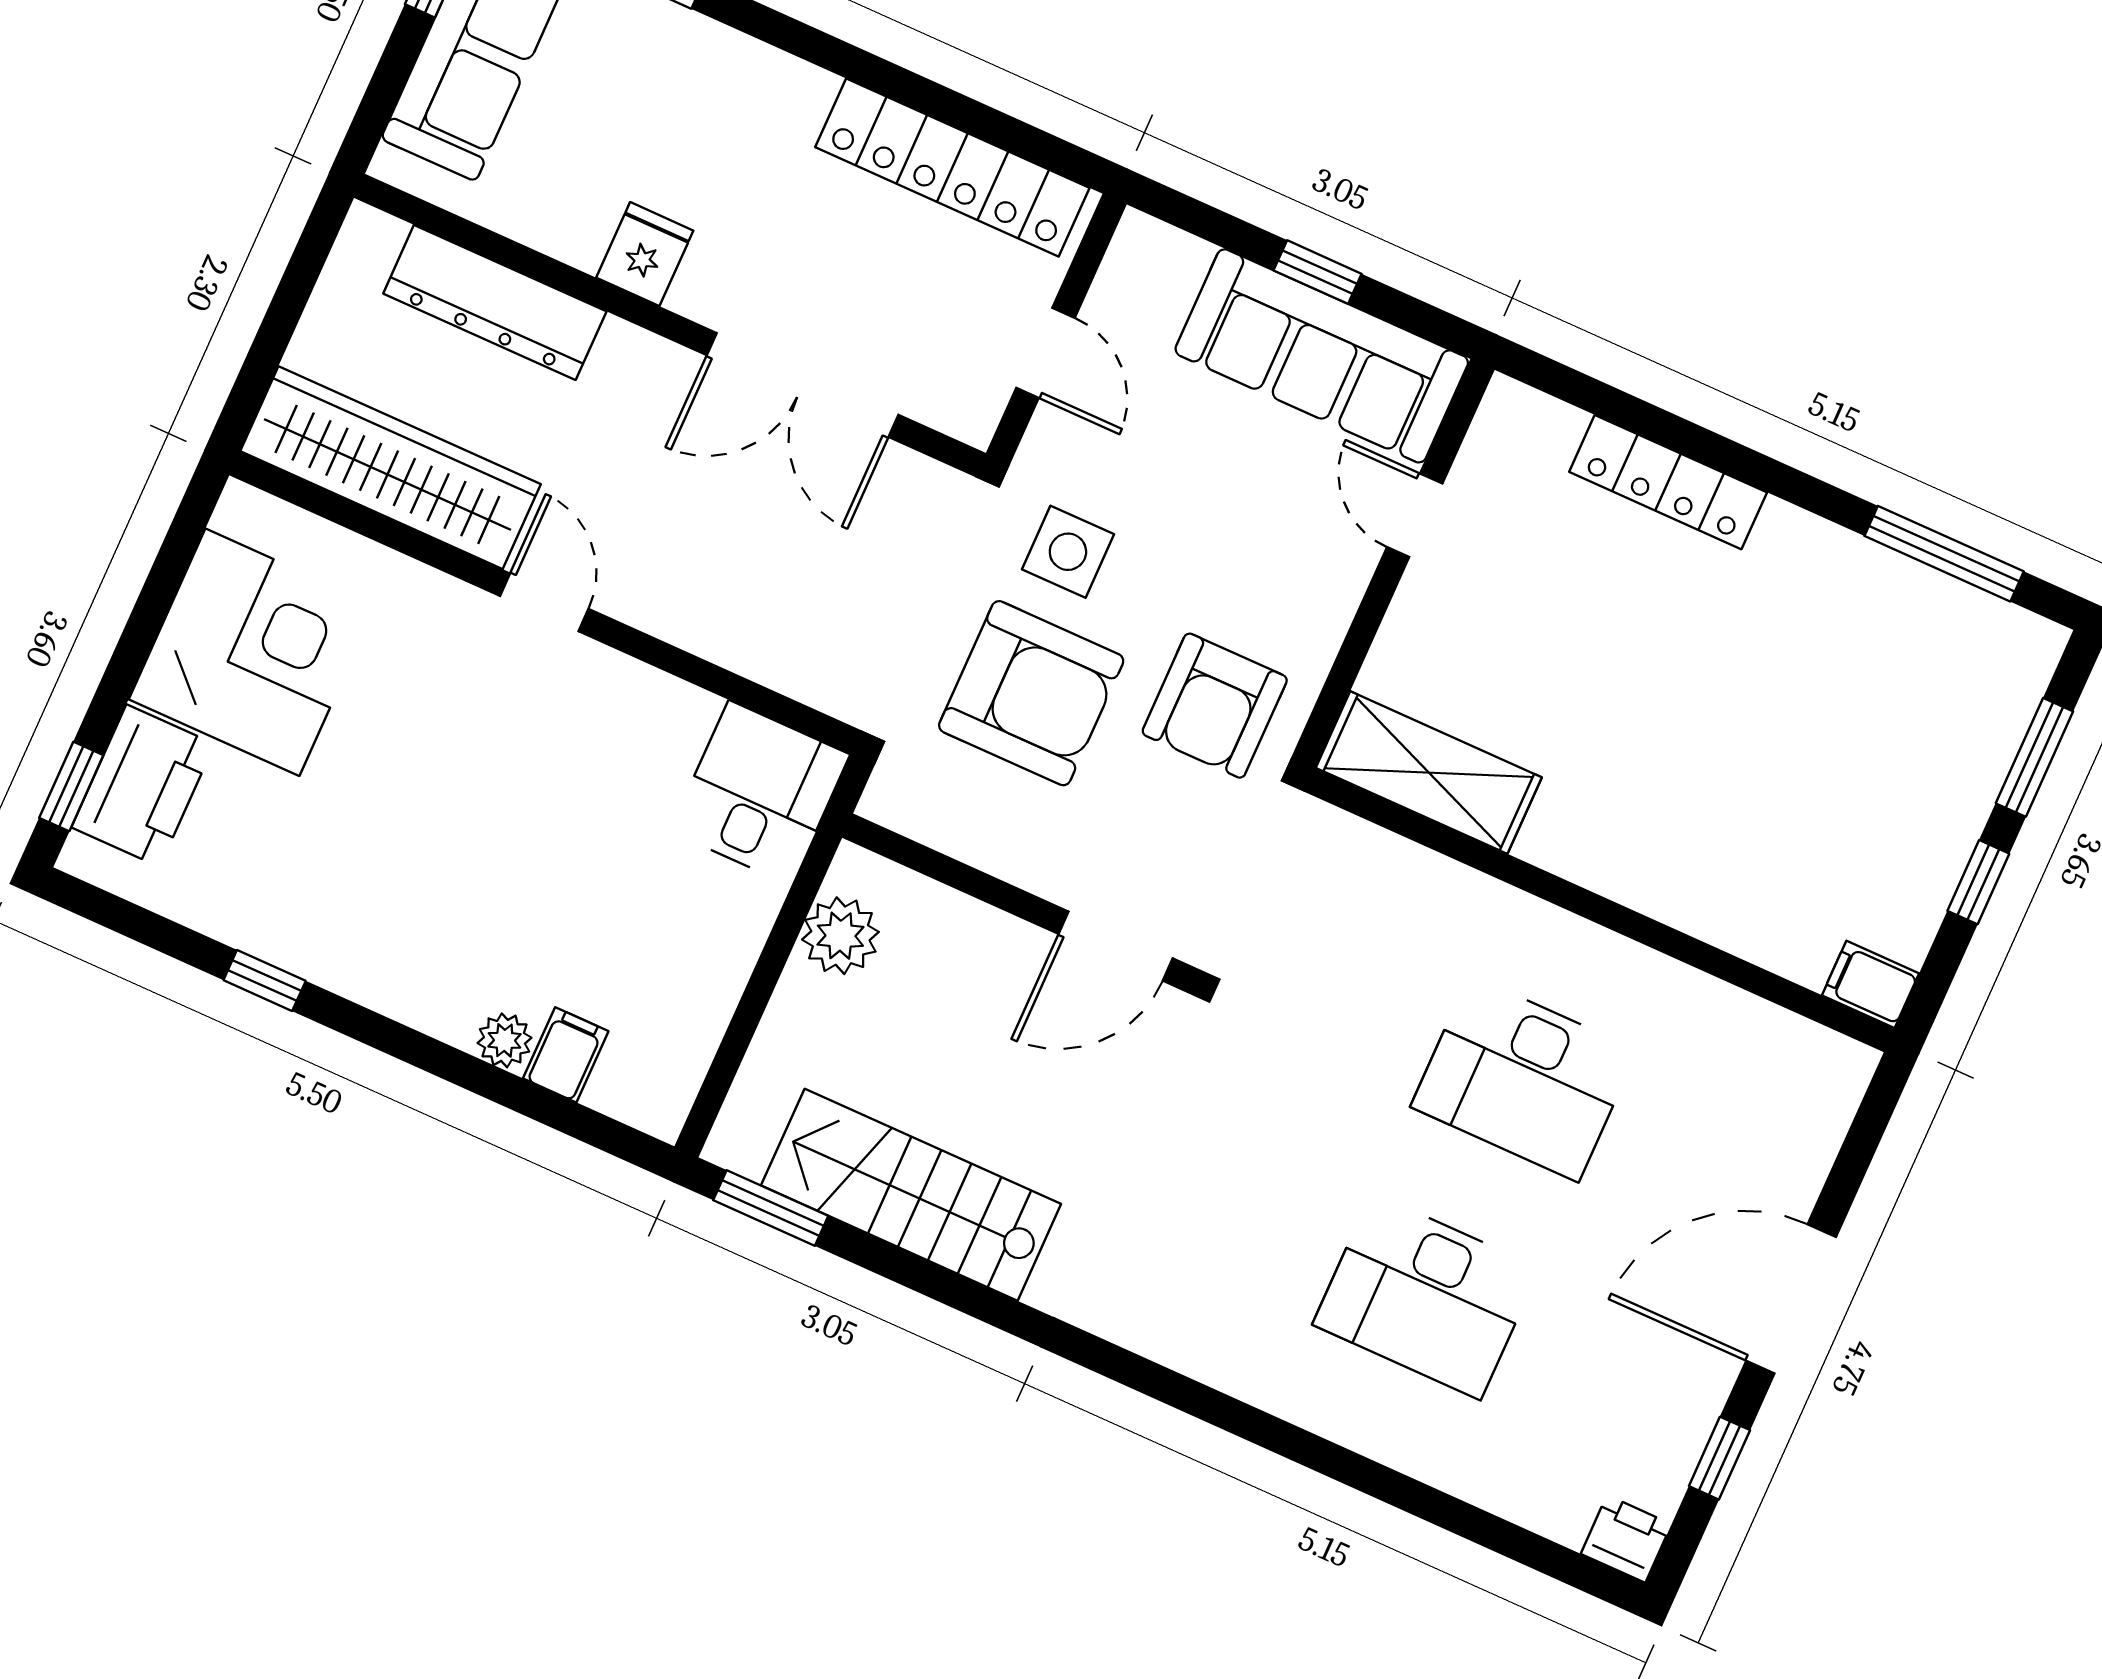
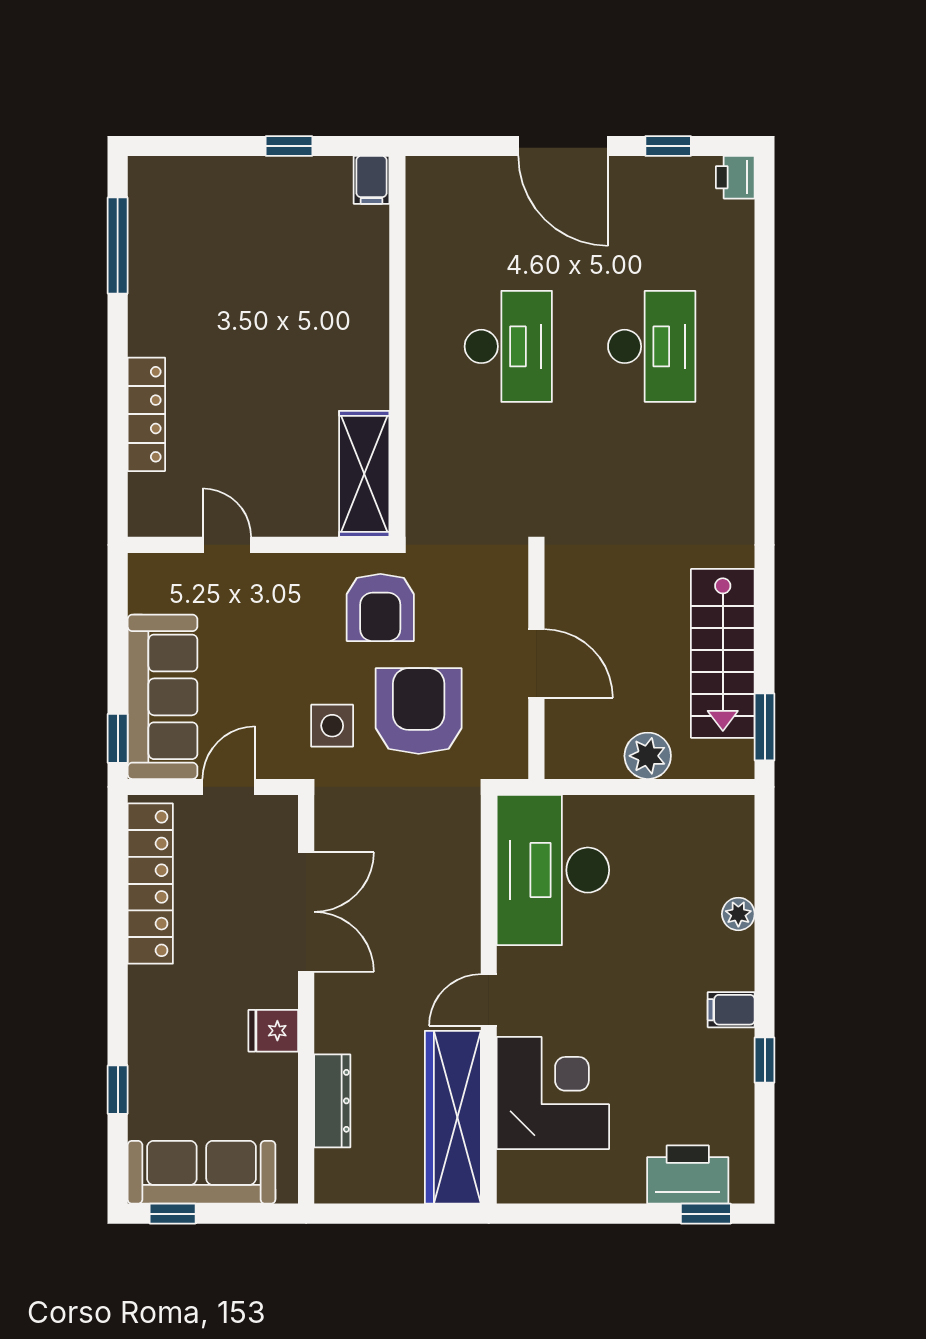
window: (1318, 272) -> (118, 738), moved
dresser: (495, 302) -> (332, 1101), width x0.73, depth x0.80
sofa: (1322, 356) -> (162, 697), moved
door: (1415, 515) -> (227, 545), swing flipped
corner desk: (252, 652) -> (553, 1093), moved, turned 90
armchair: (1215, 706) -> (380, 608), turned 90
window: (2034, 757) -> (207, 146), removed
desk: (760, 793) -> (553, 870), width x1.87, depth x1.30
plant: (840, 936) -> (648, 756), moved
door: (1116, 946) -> (536, 663), moved
filing cabinet: (566, 1055) -> (731, 1010), moved

